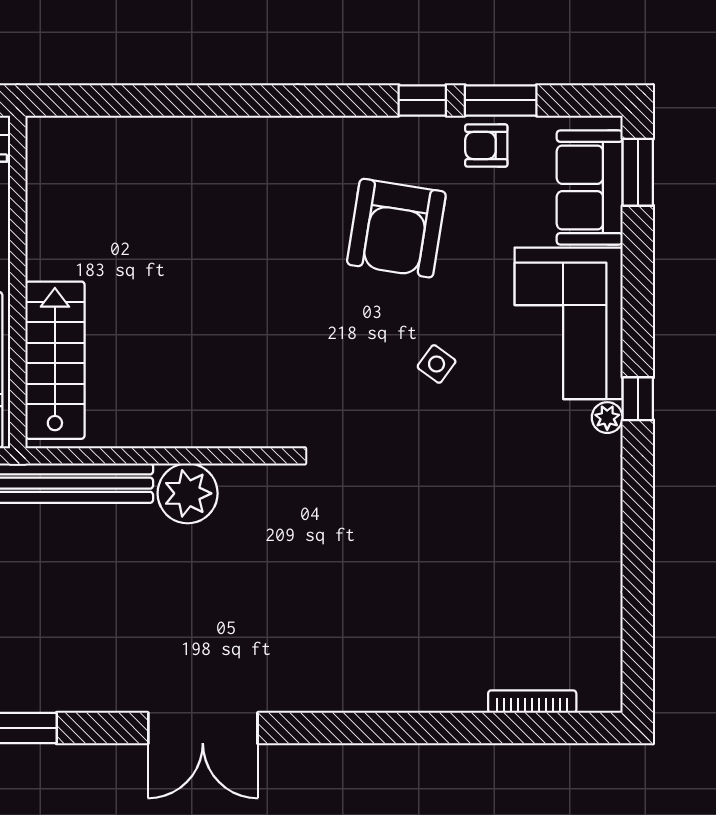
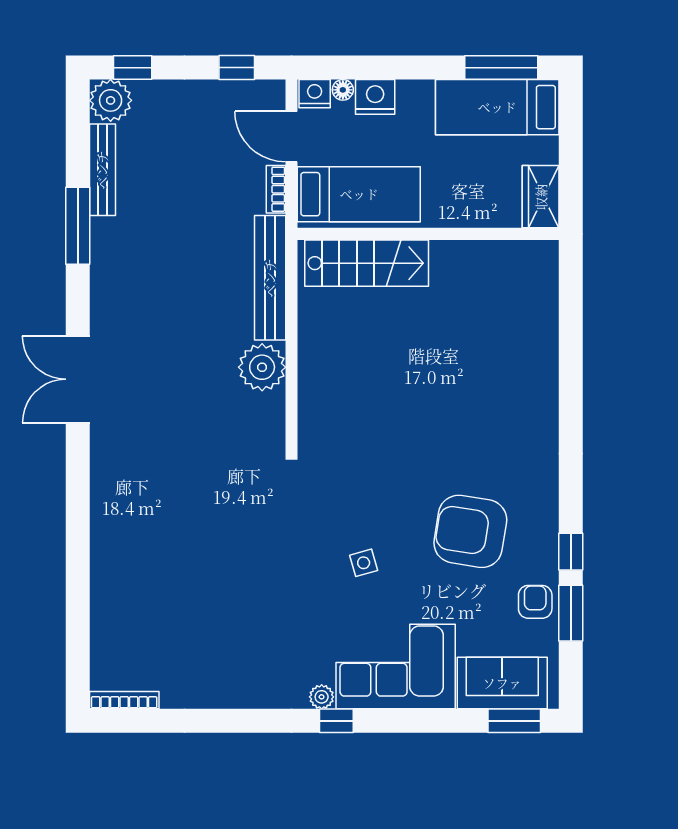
side table: (437, 364) -> (364, 563), turned 38
bookcase: (532, 702) -> (124, 700), moved, turned -90

